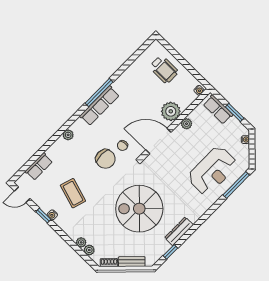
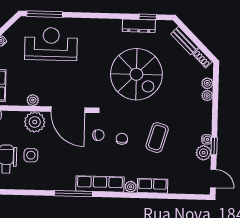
side table: (151, 88) -> (31, 155), added
row of seats: (99, 106) -> (100, 184), moved
chair: (105, 159) -> (122, 139), width x0.54, depth x0.54
row of seats: (39, 166) -> (153, 186), moved
coffee table: (73, 193) -> (157, 138), moved
plant: (45, 204) -> (204, 153), added
dresser: (179, 231) -> (139, 26), moved

